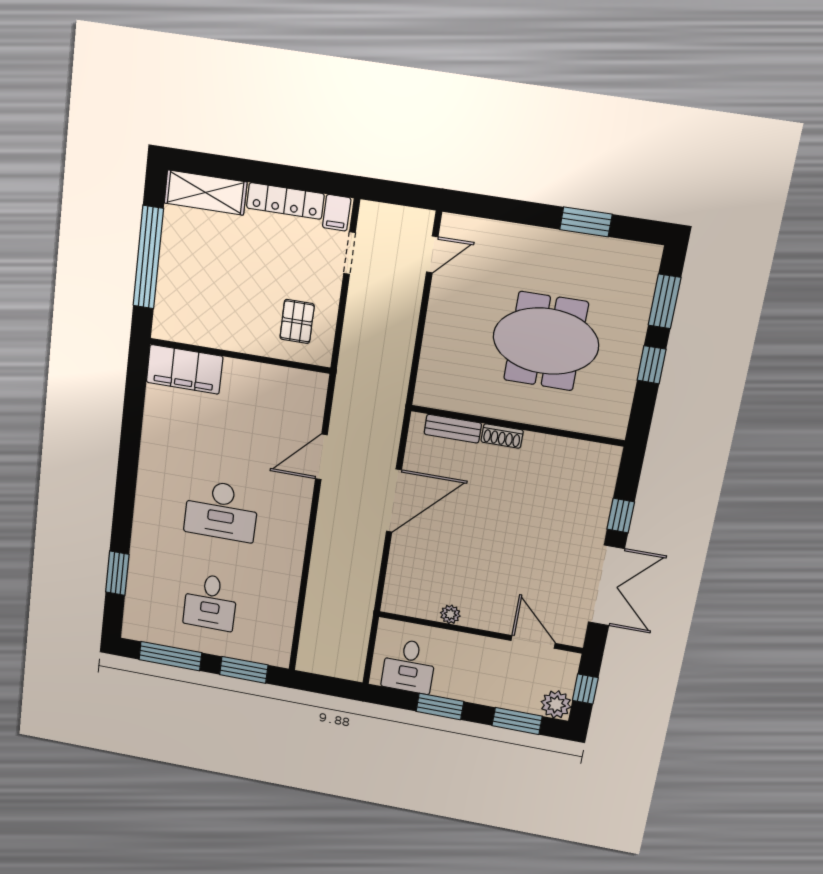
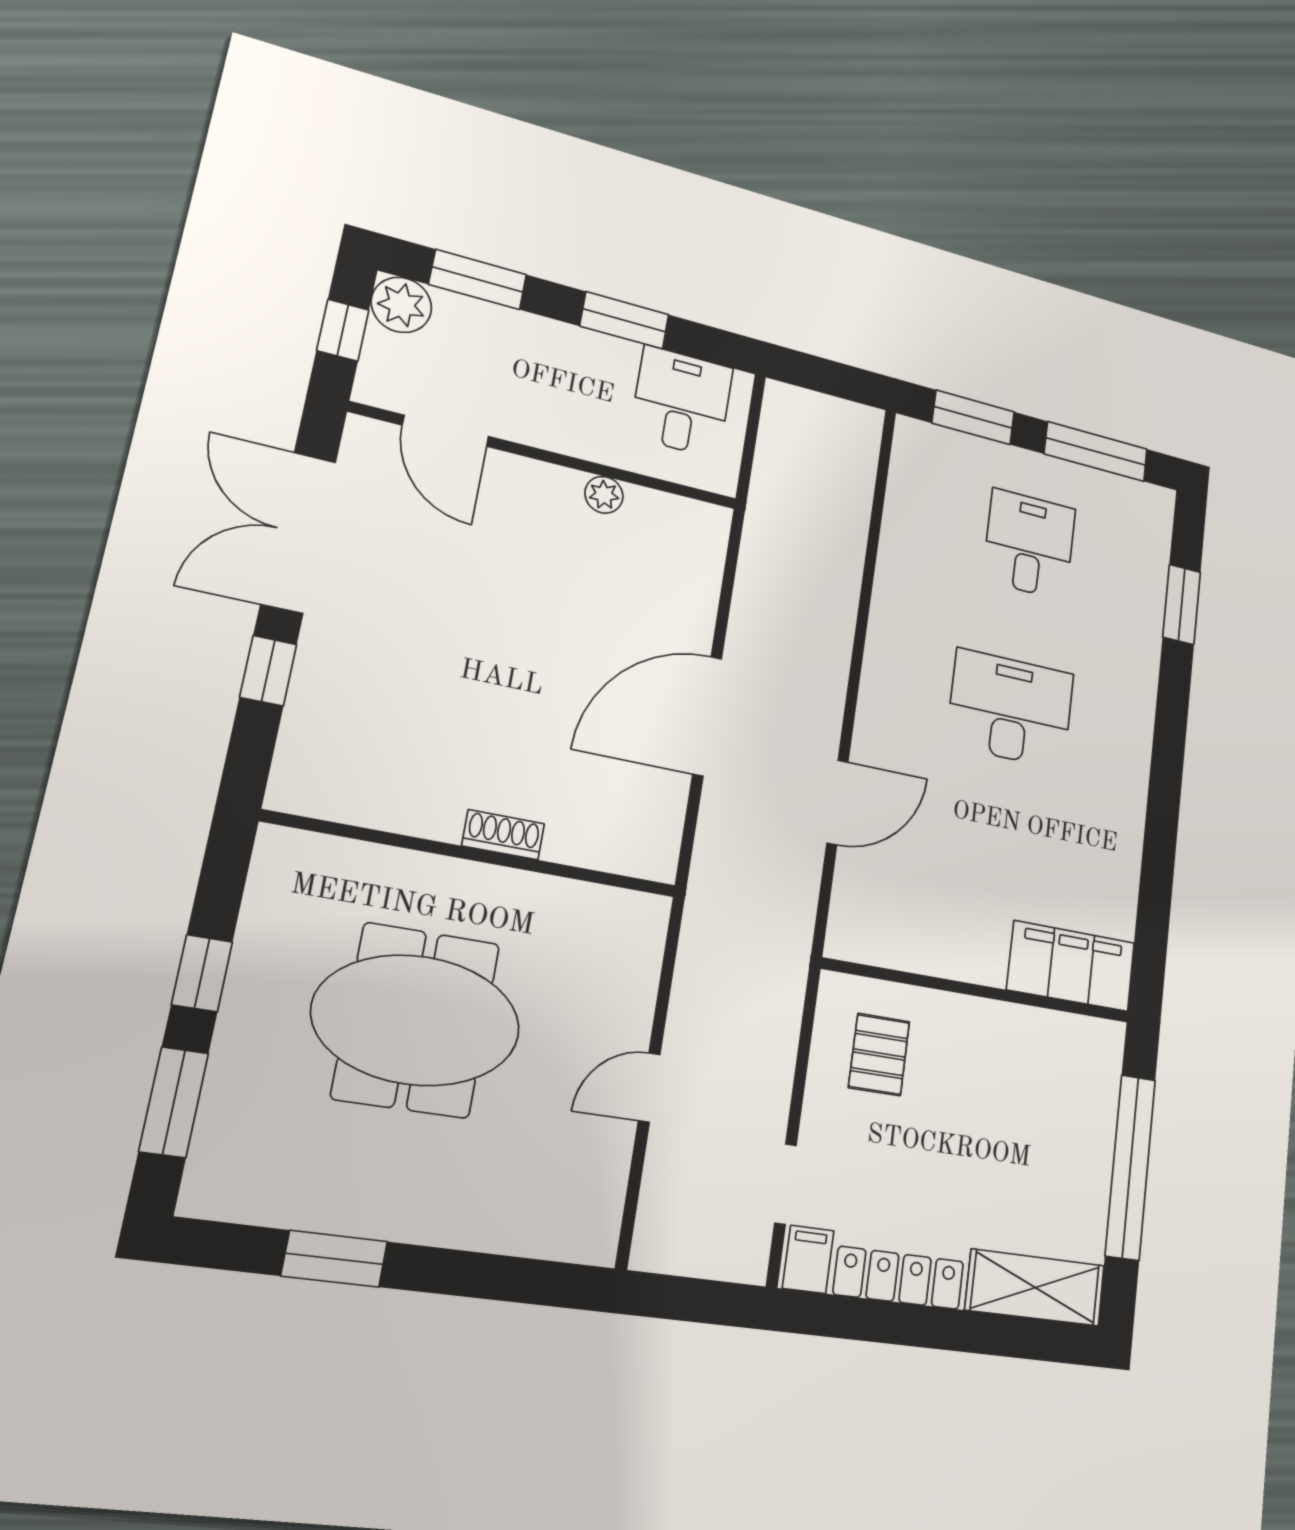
door: (432, 254) -> (649, 1087), moved
bench: (453, 429) -> (597, 851), removed

